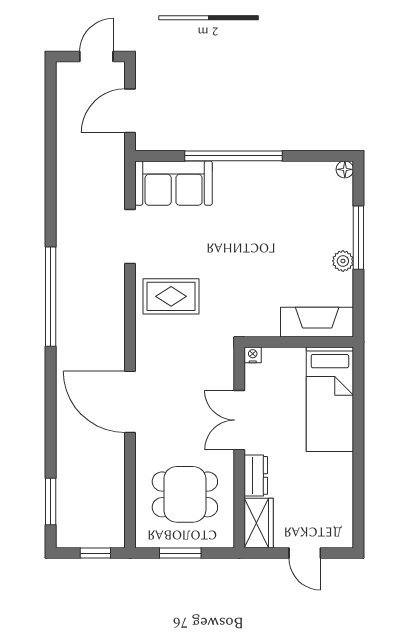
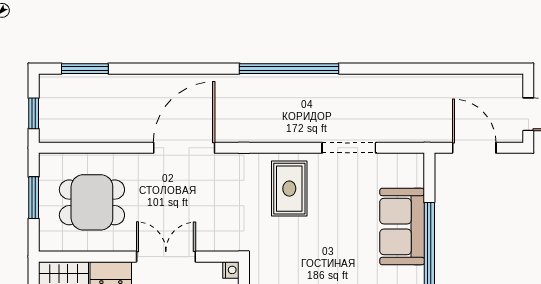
sofa: (174, 183) -> (402, 226), moved
dining table: (185, 494) -> (92, 202), turned 90

